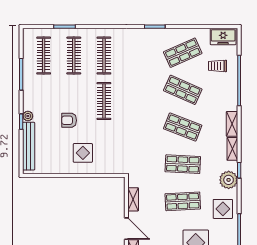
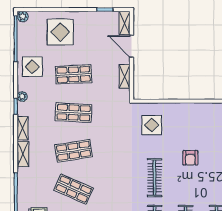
armchair: (69, 120) -> (190, 158), turned 90
shop shelf: (183, 127) -> (74, 151), turned -30
display table: (83, 153) -> (152, 125), moved
plant: (229, 180) -> (22, 96), width x0.53, depth x0.53

